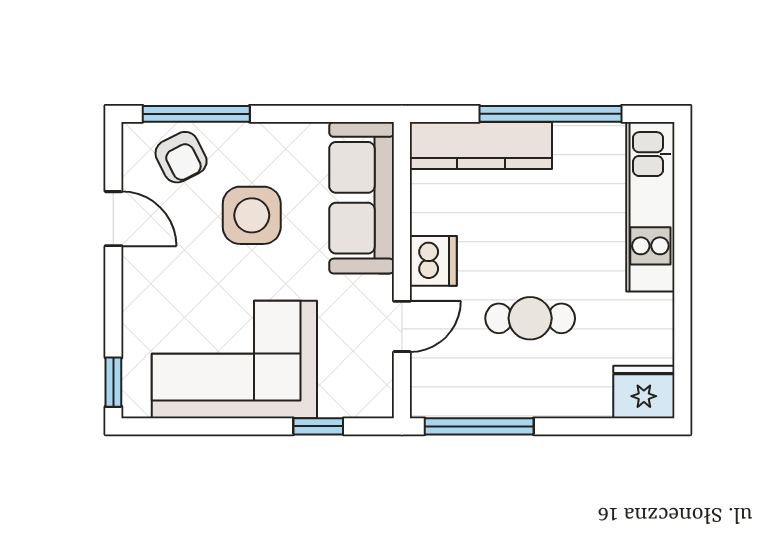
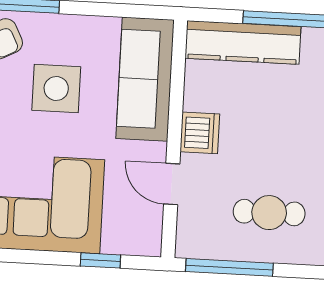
cafe table: (530, 318) -> (269, 213), moved
door: (402, 326) -> (172, 184), swing flipped

